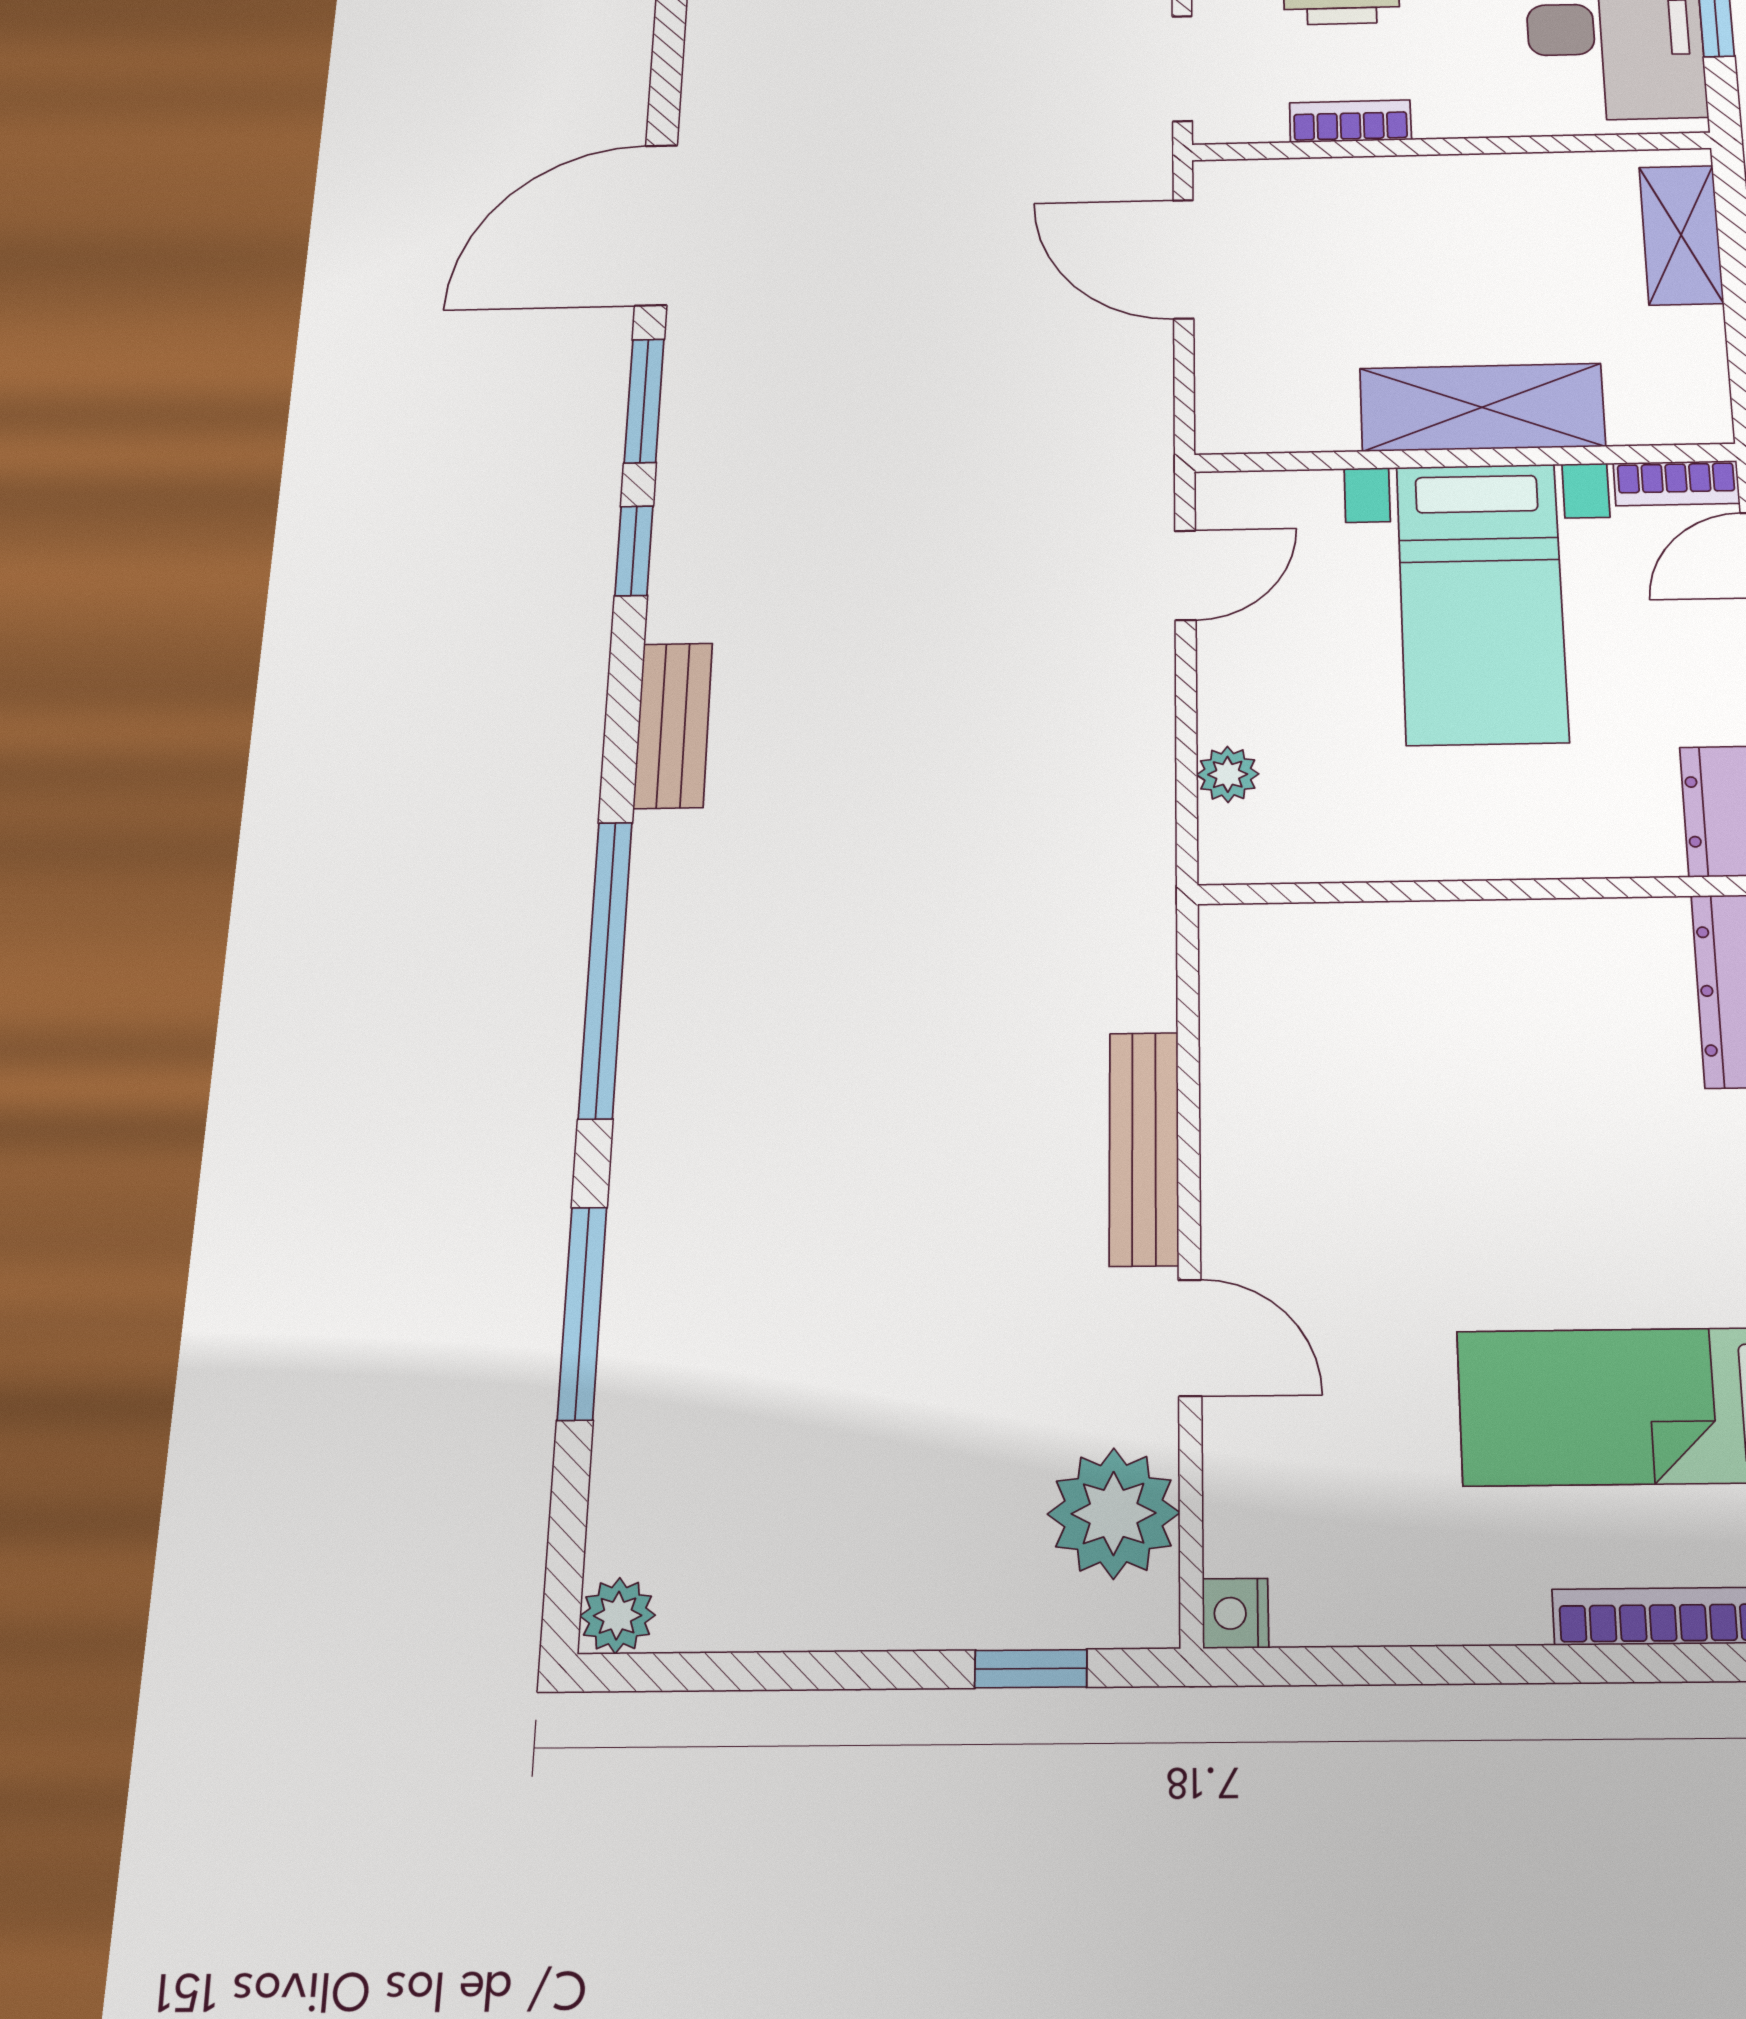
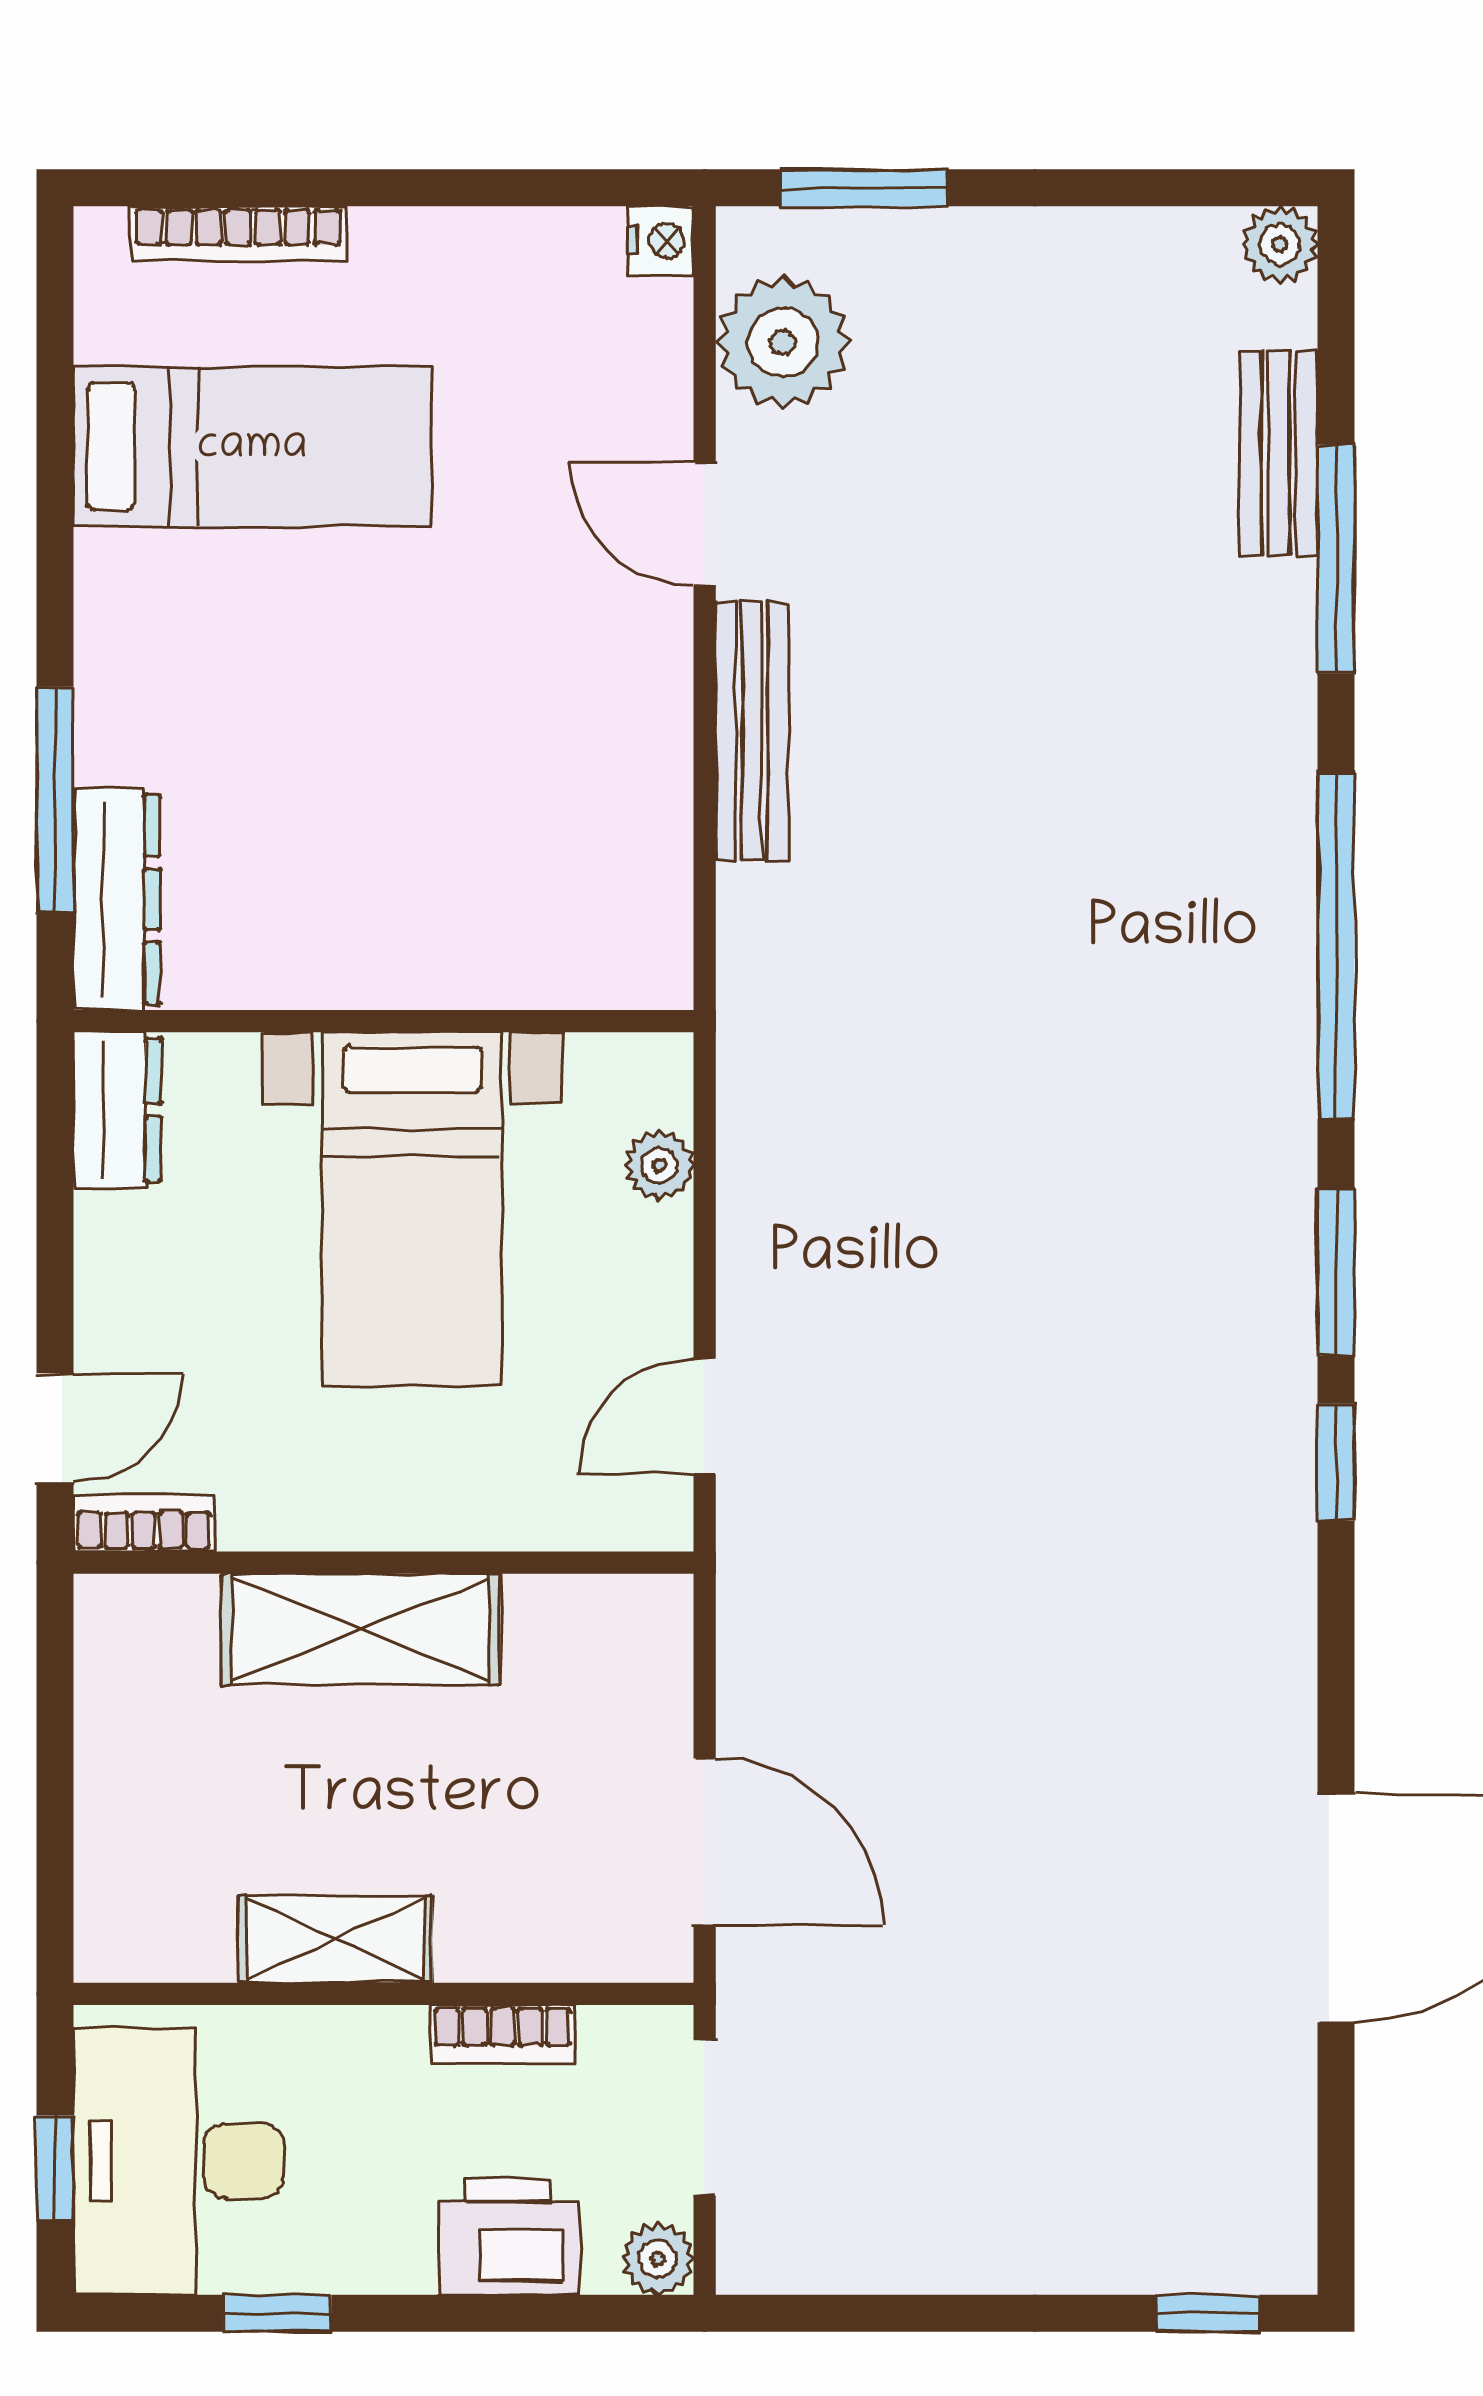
shelving: (1681, 235) -> (335, 1939), moved, turned 90
window: (644, 401) -> (1336, 1272), moved
bed with nightstands: (1481, 603) -> (412, 1210), moved, turned 180
bench: (673, 725) -> (1279, 453), moved
window: (1031, 1669) -> (864, 188), width x1.50

